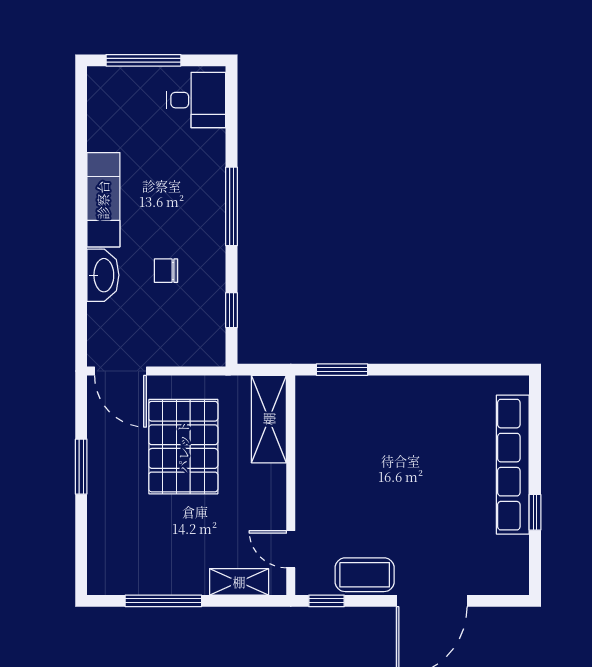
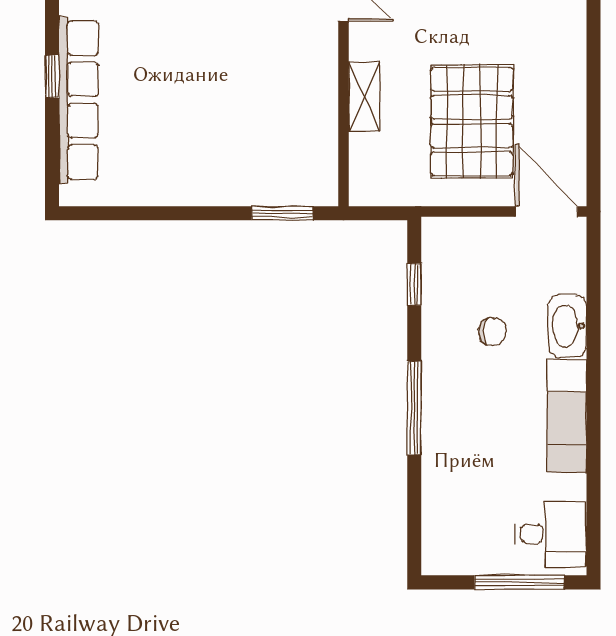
desk: (196, 100) -> (551, 534), moved, turned 180
shelving: (269, 419) -> (364, 96), moved, width x0.67, depth x0.75
window: (81, 467) -> (594, 98), removed
window: (535, 512) -> (52, 76), moved

